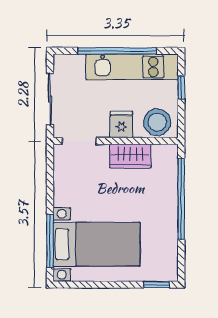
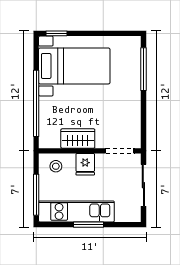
window: (117, 51) -> (89, 225), width x0.47
window: (181, 87) -> (36, 195), width x2.17
stool: (157, 122) -> (56, 166), width x0.53, depth x0.53
bed with nightstands: (96, 244) -> (74, 66), moved, turned 180

